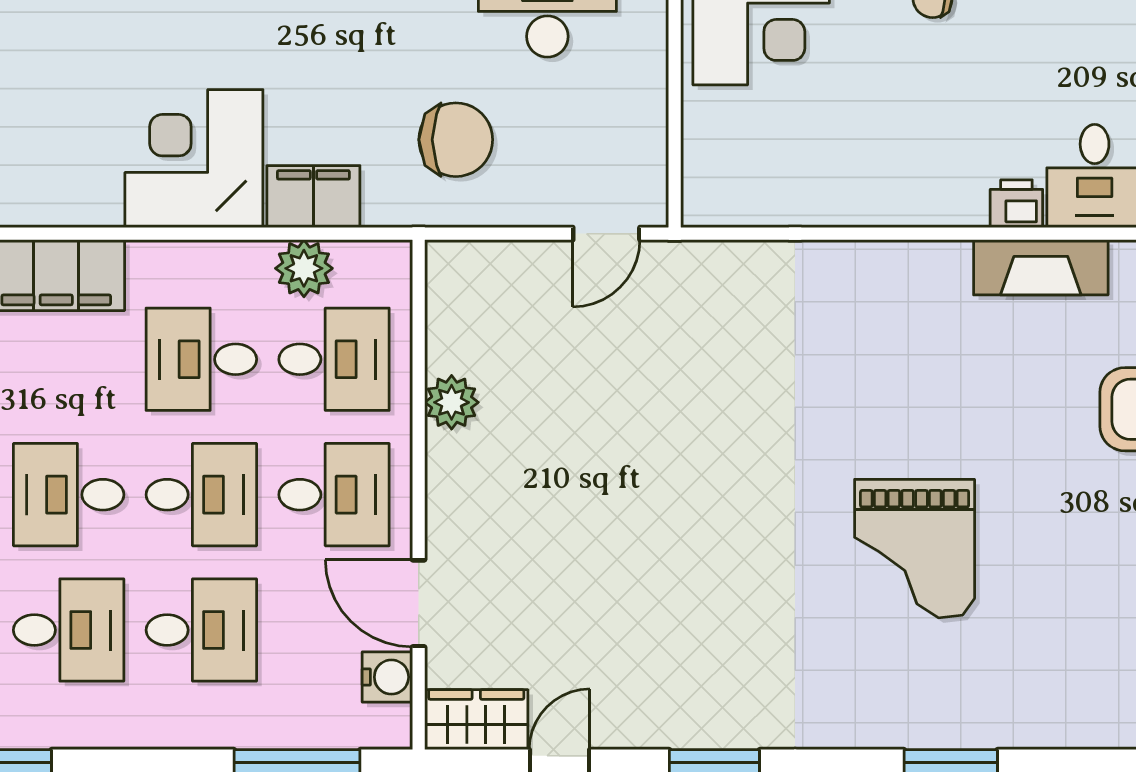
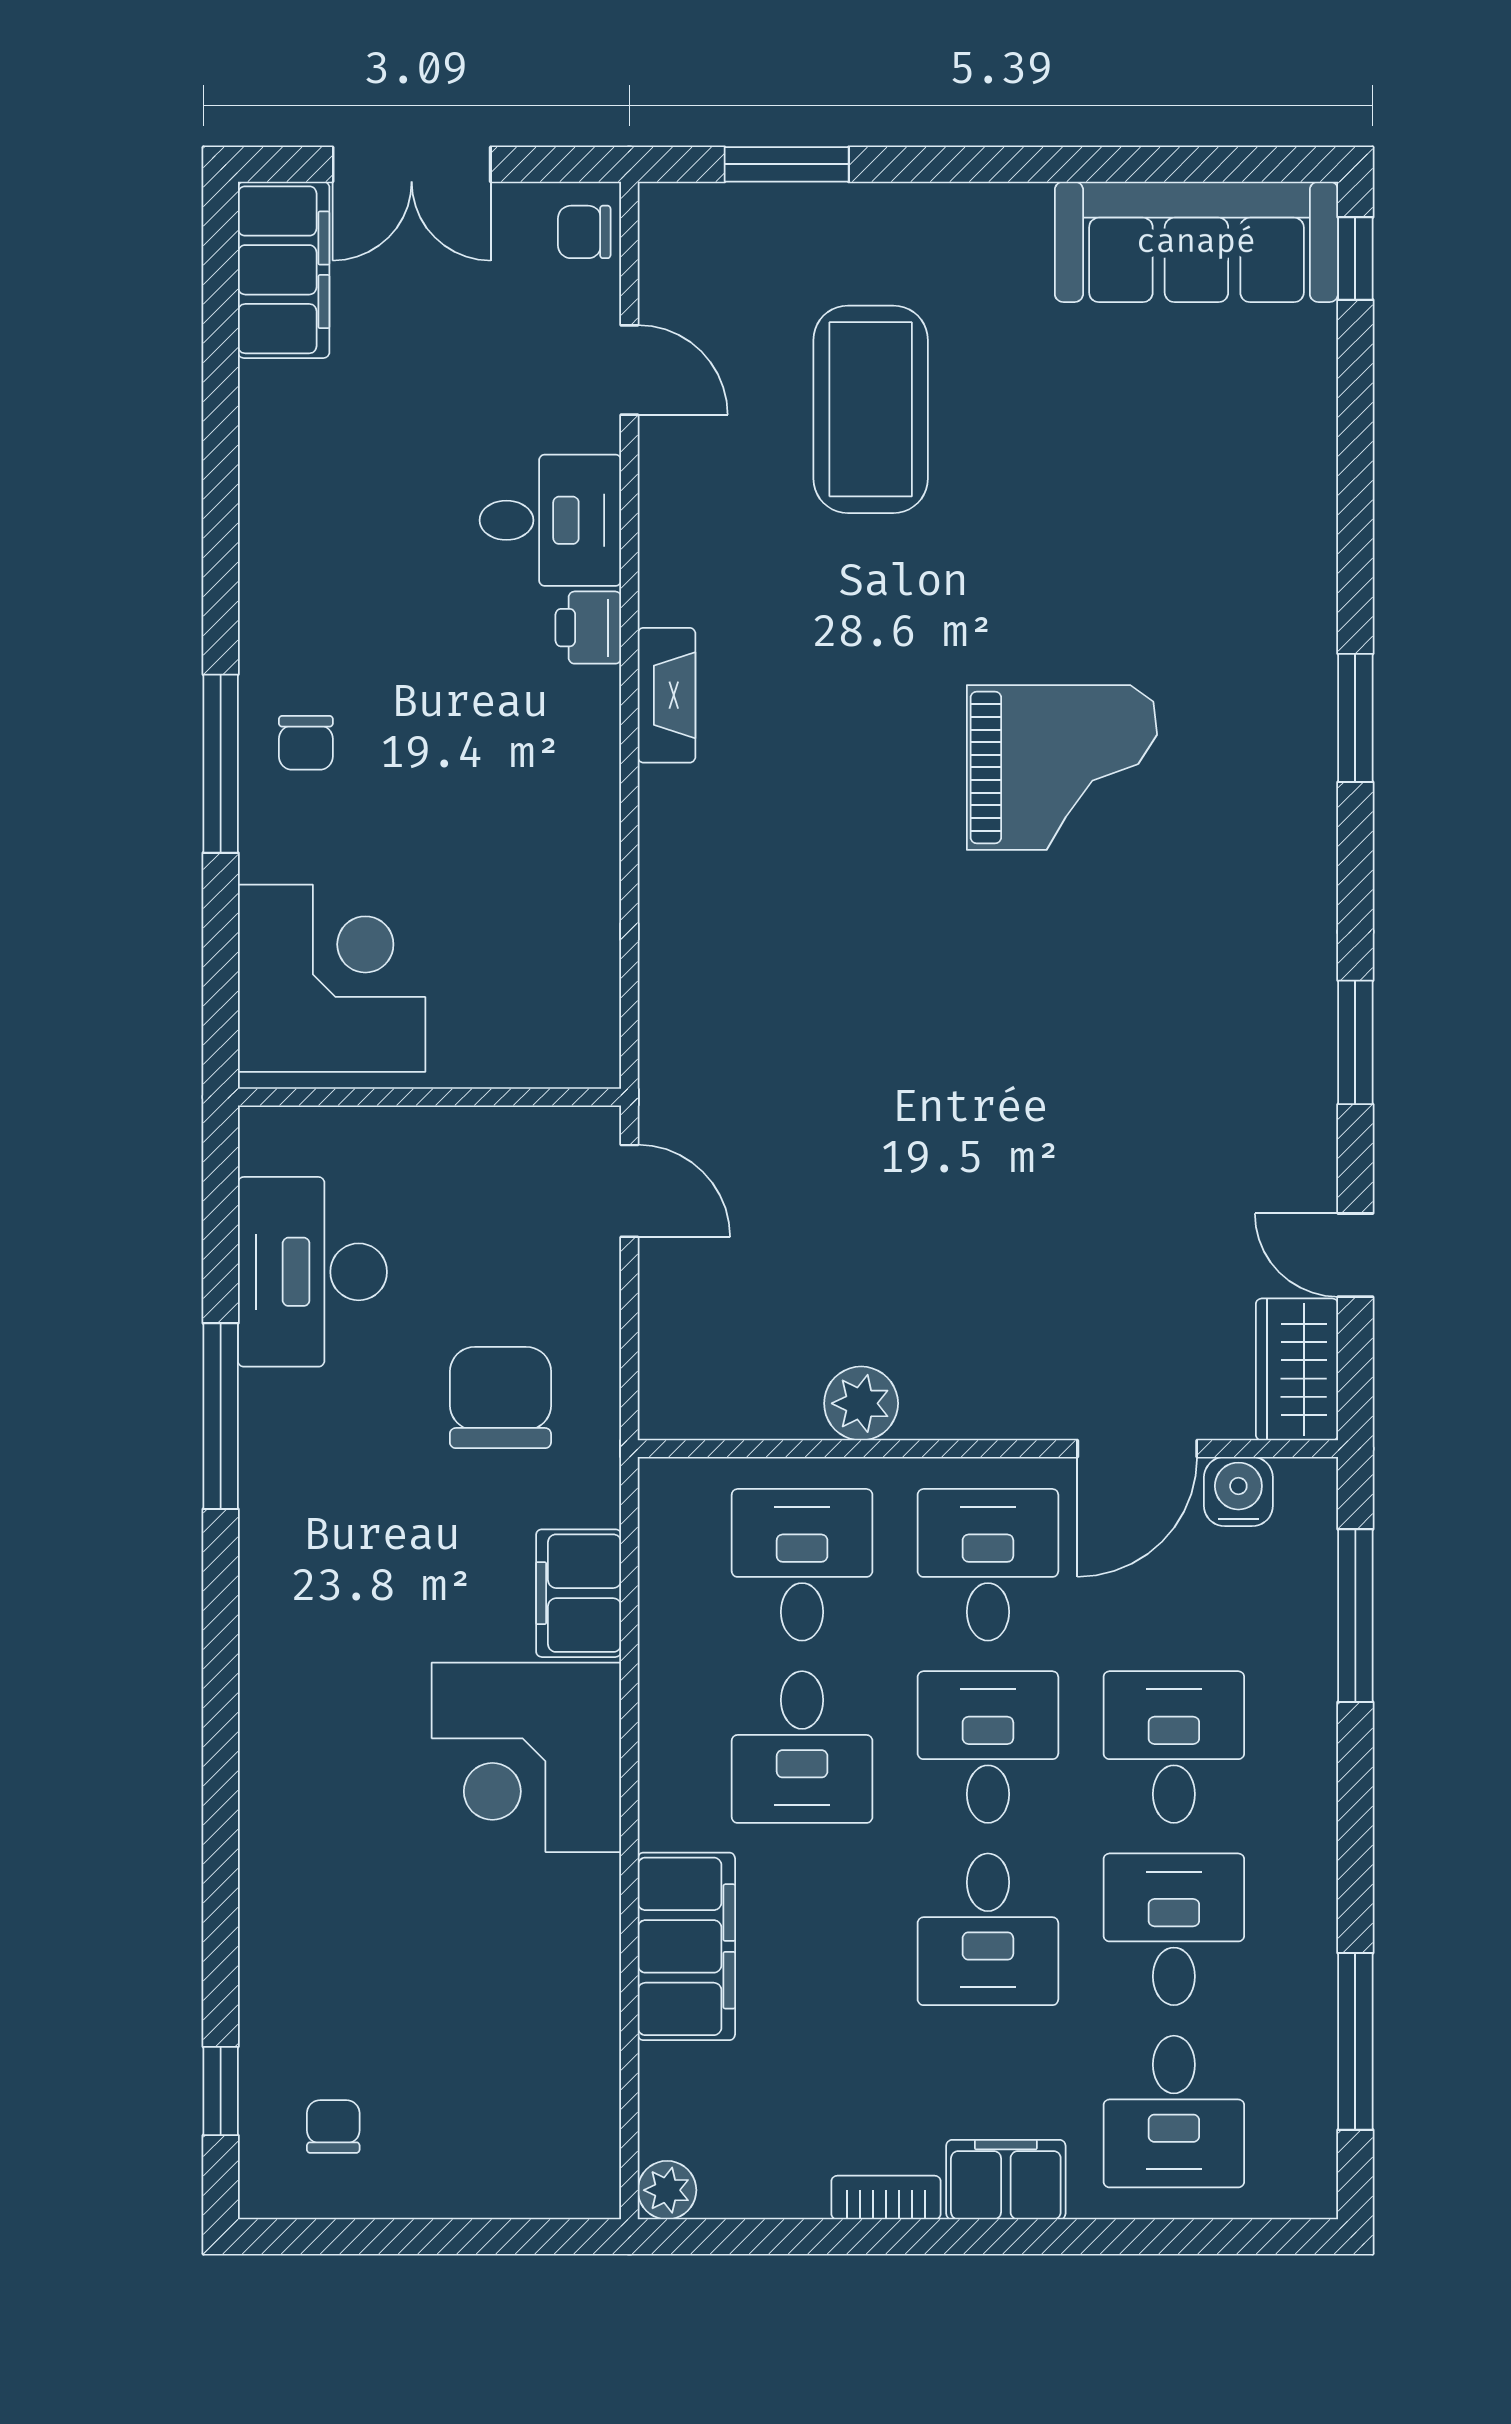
fireplace: (1041, 267) -> (667, 695), moved, width x0.73, depth x0.76
plant: (304, 268) -> (677, 1606), removed

